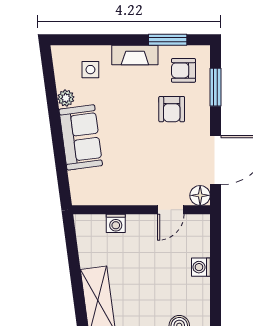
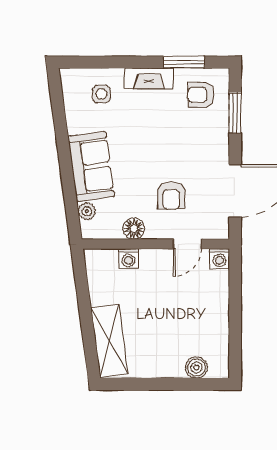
plant: (66, 98) -> (87, 211), moved
armchair: (172, 109) -> (171, 196), moved
floor lamp: (200, 195) -> (134, 229), moved
washing machine: (201, 267) -> (219, 258), moved, turned -90

